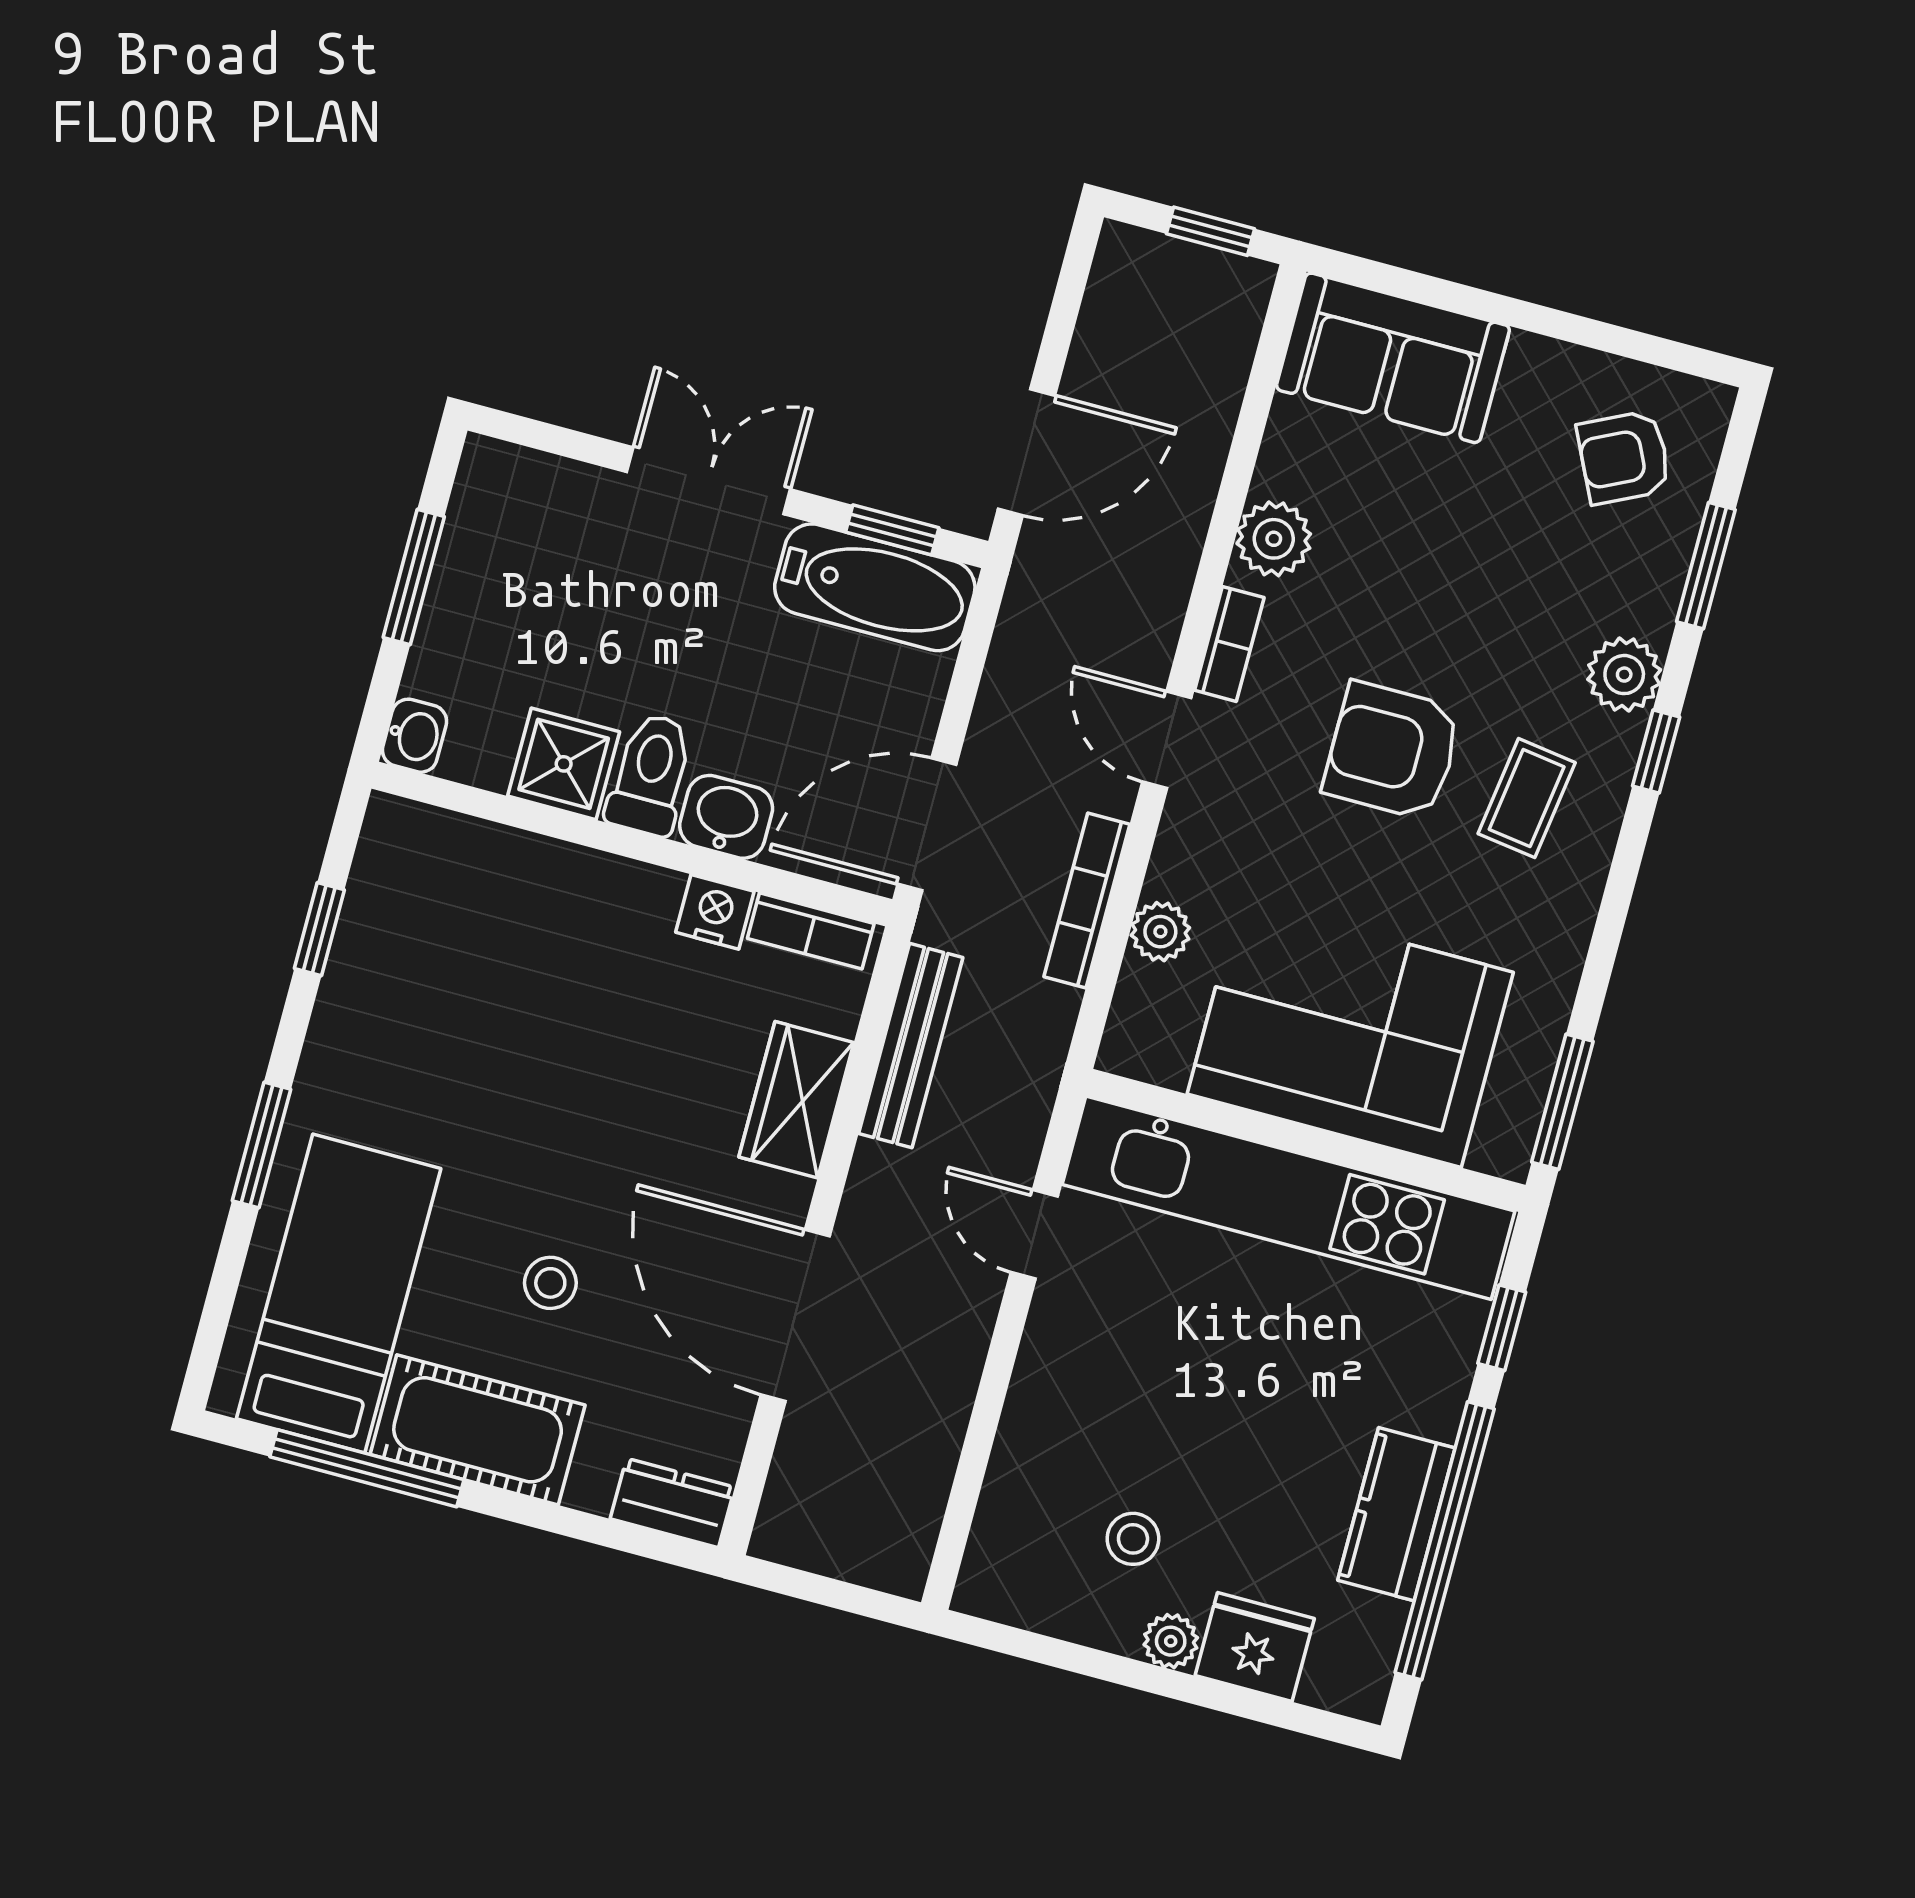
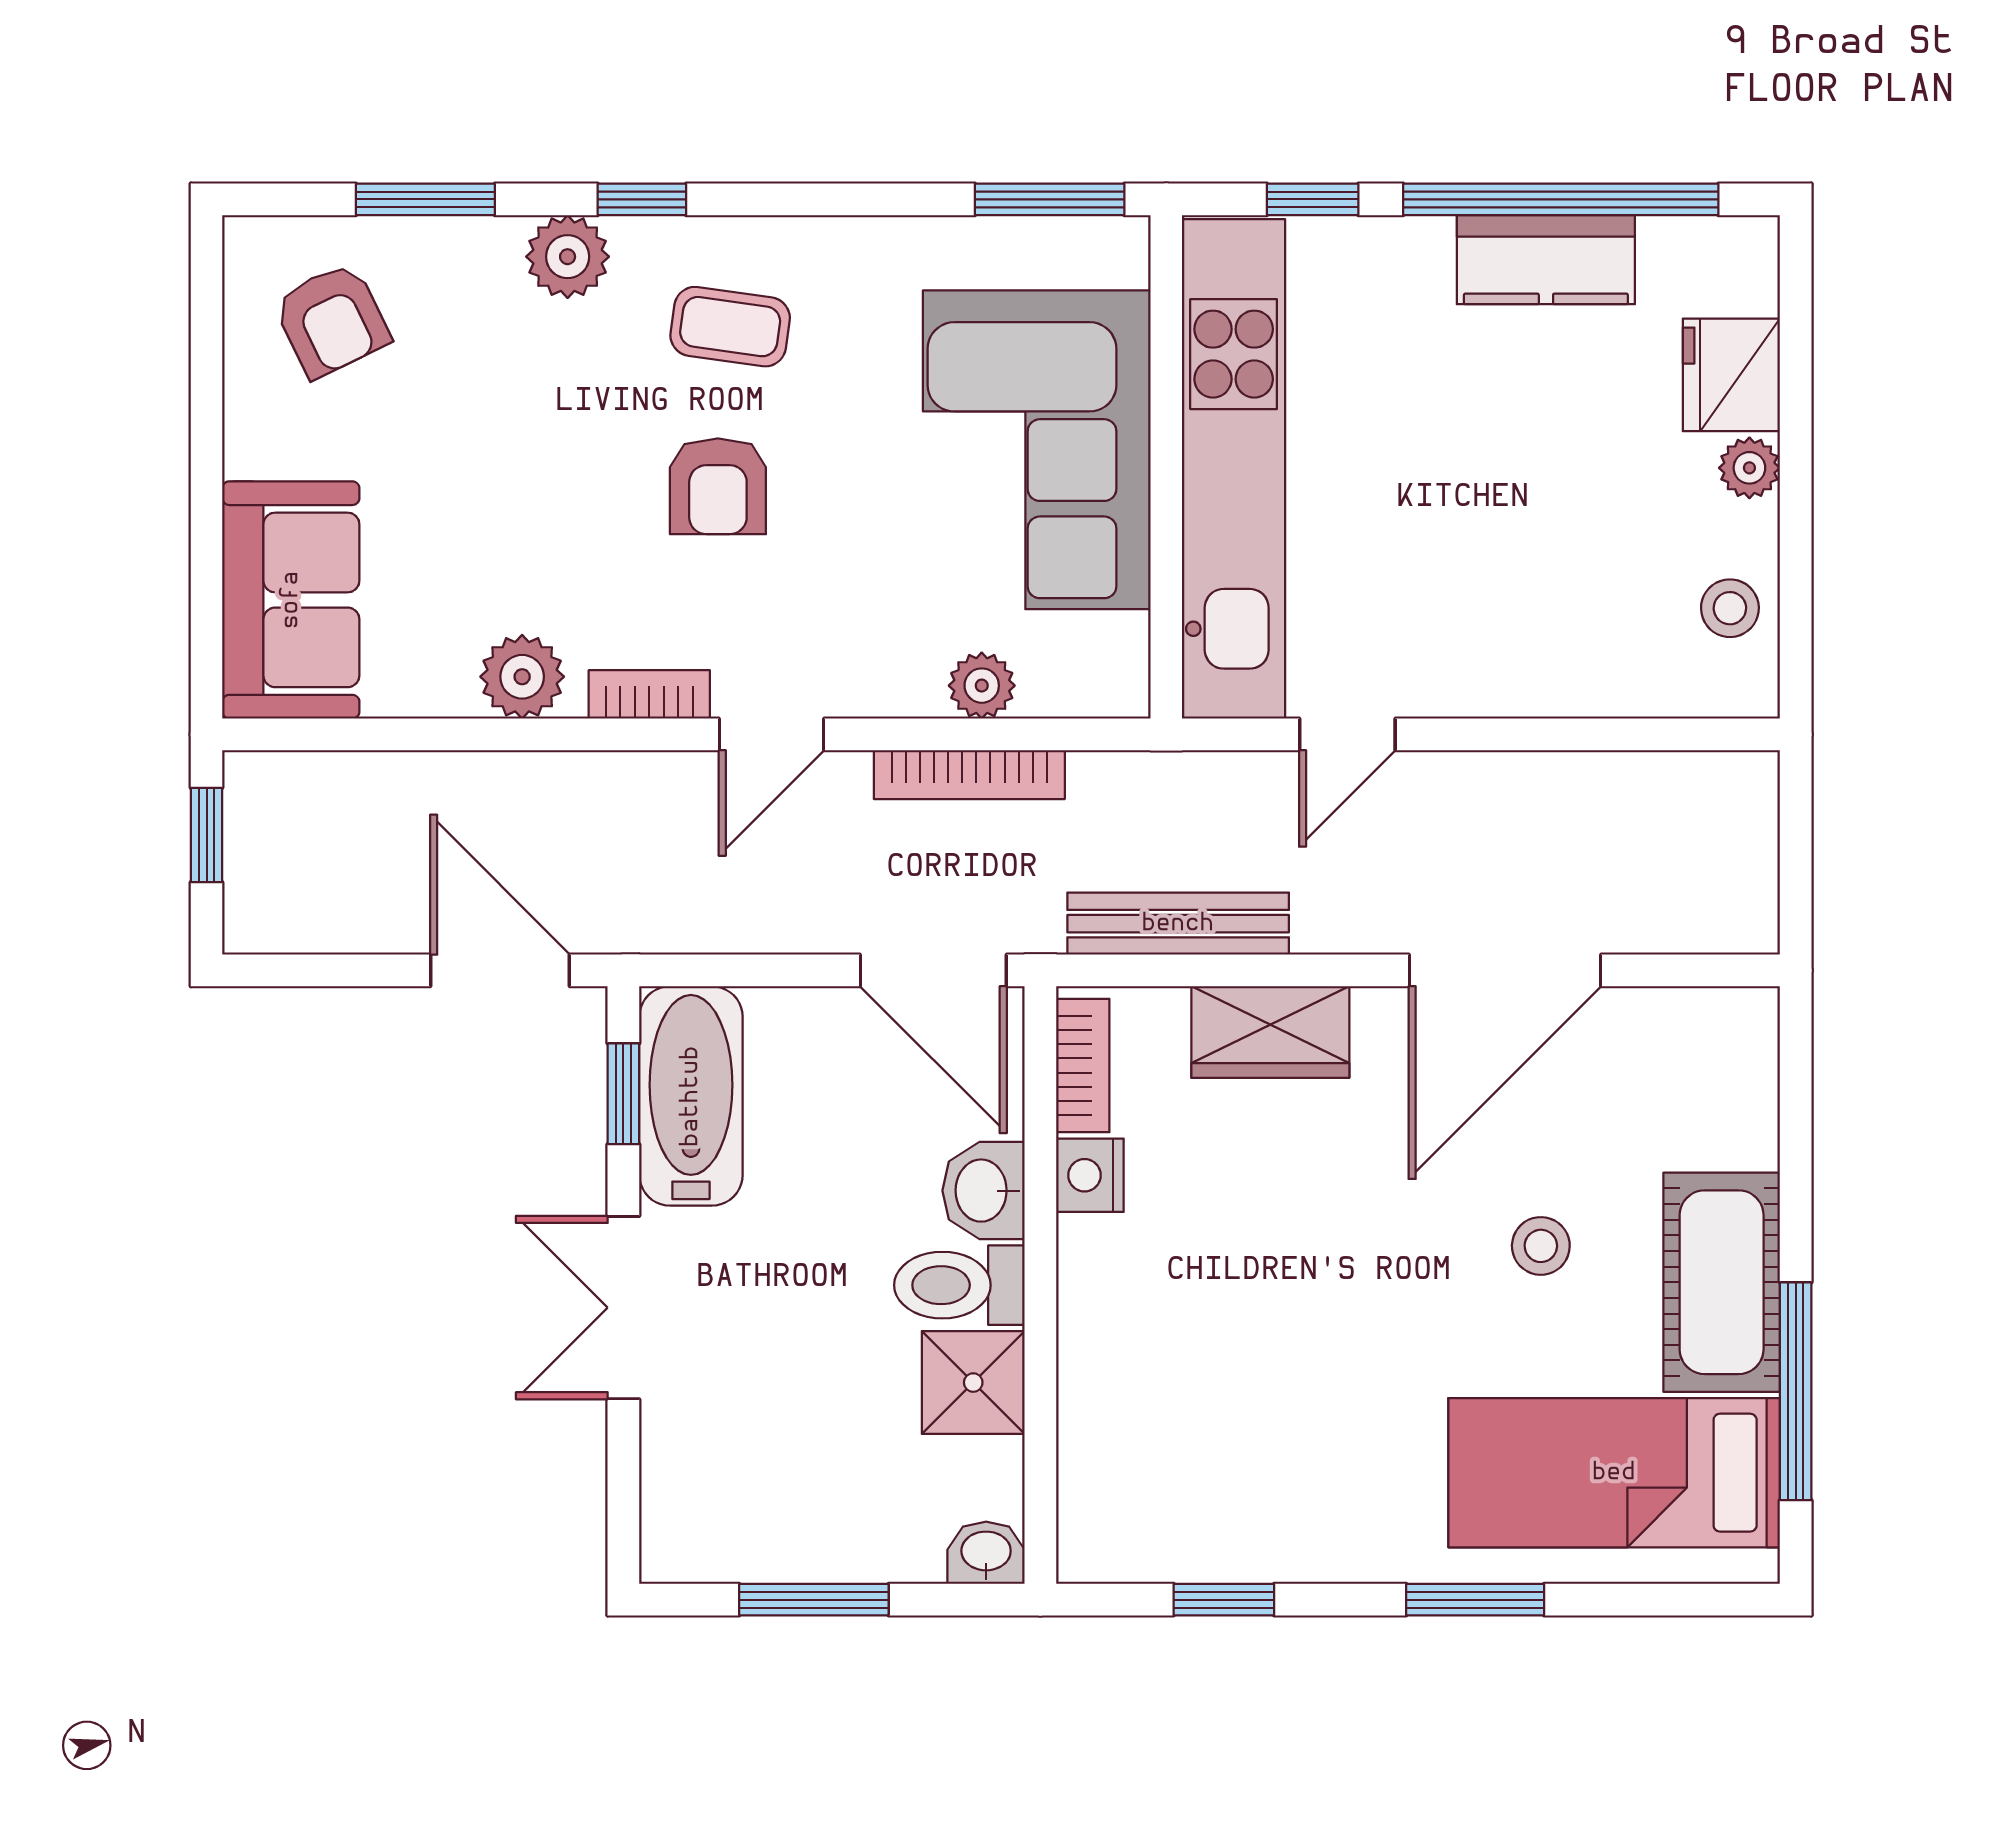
armchair: (1392, 751) -> (718, 486), width x0.72, depth x0.72
dresser: (673, 1503) -> (1744, 1049), removed
stool: (1133, 1539) -> (1730, 608), moved

